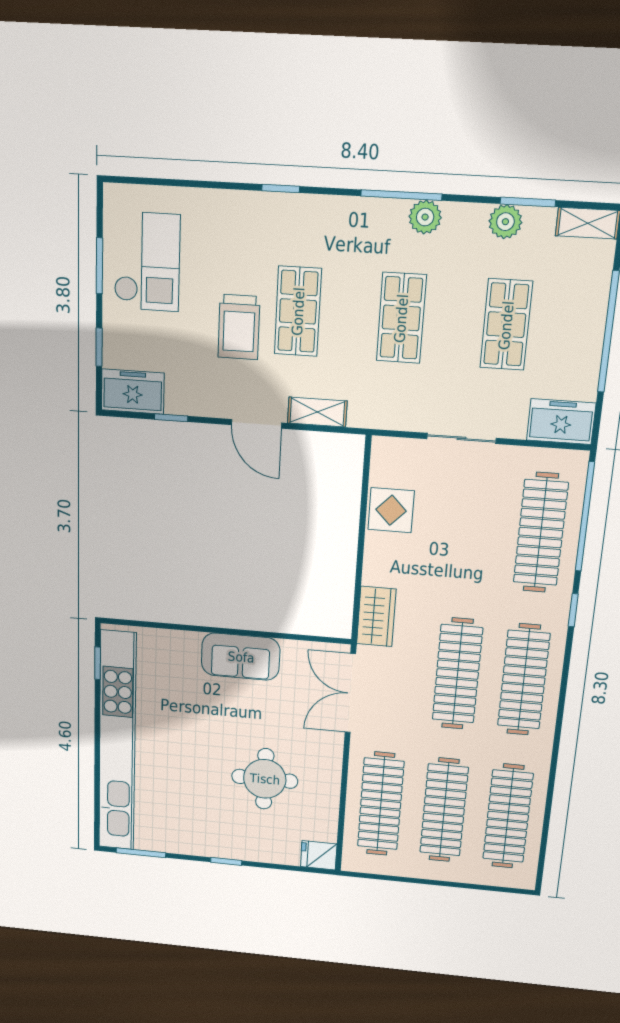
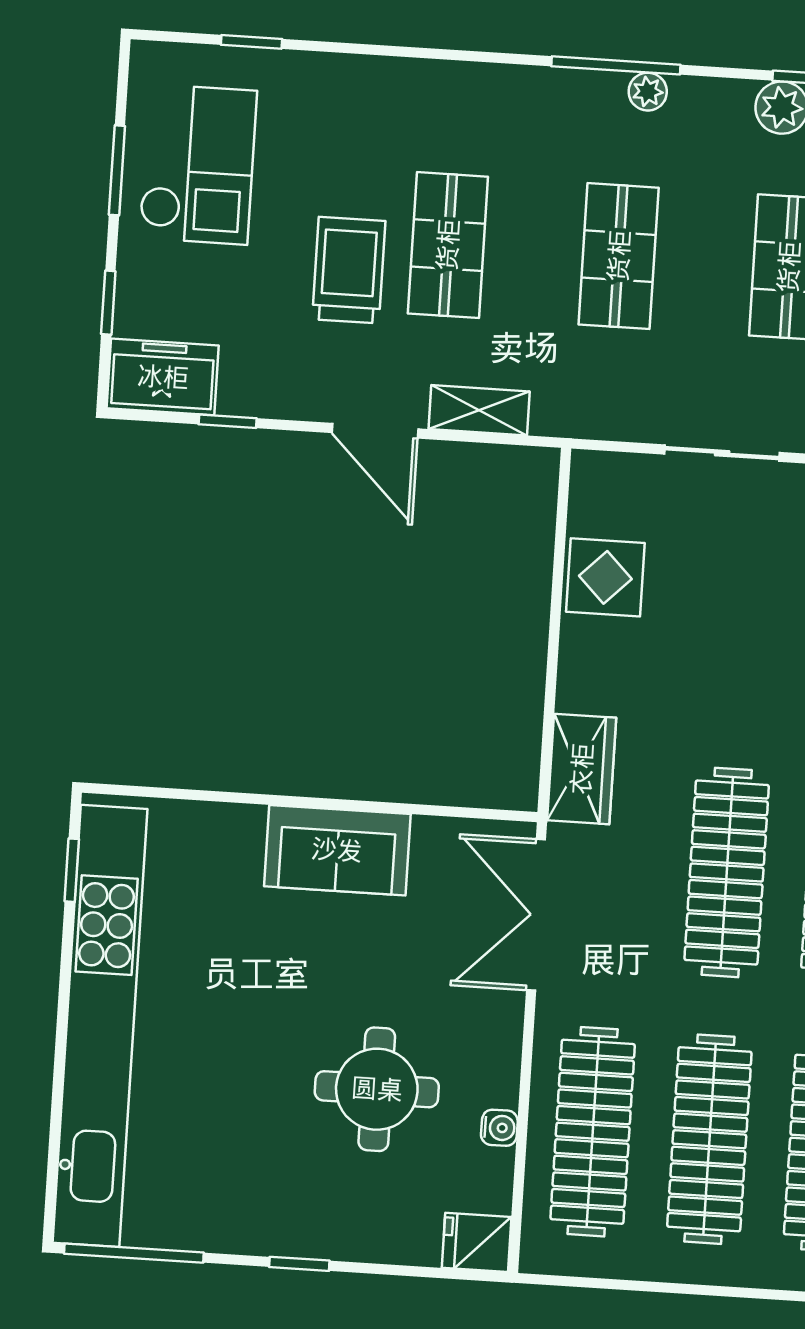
window: (281, 188) -> (251, 42), moved
plant: (425, 217) -> (648, 92), width x0.73, depth x0.73
trolley: (239, 327) -> (349, 270), turned 180
water cooler: (330, 800) -> (499, 1128), added
window: (141, 853) -> (134, 1253), width x1.44

